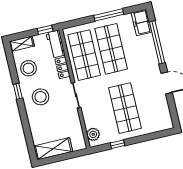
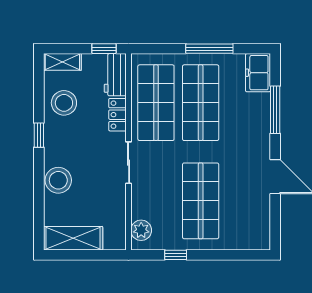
window: (157, 42) -> (275, 110), width x0.68
stool: (41, 97) -> (58, 180), moved

